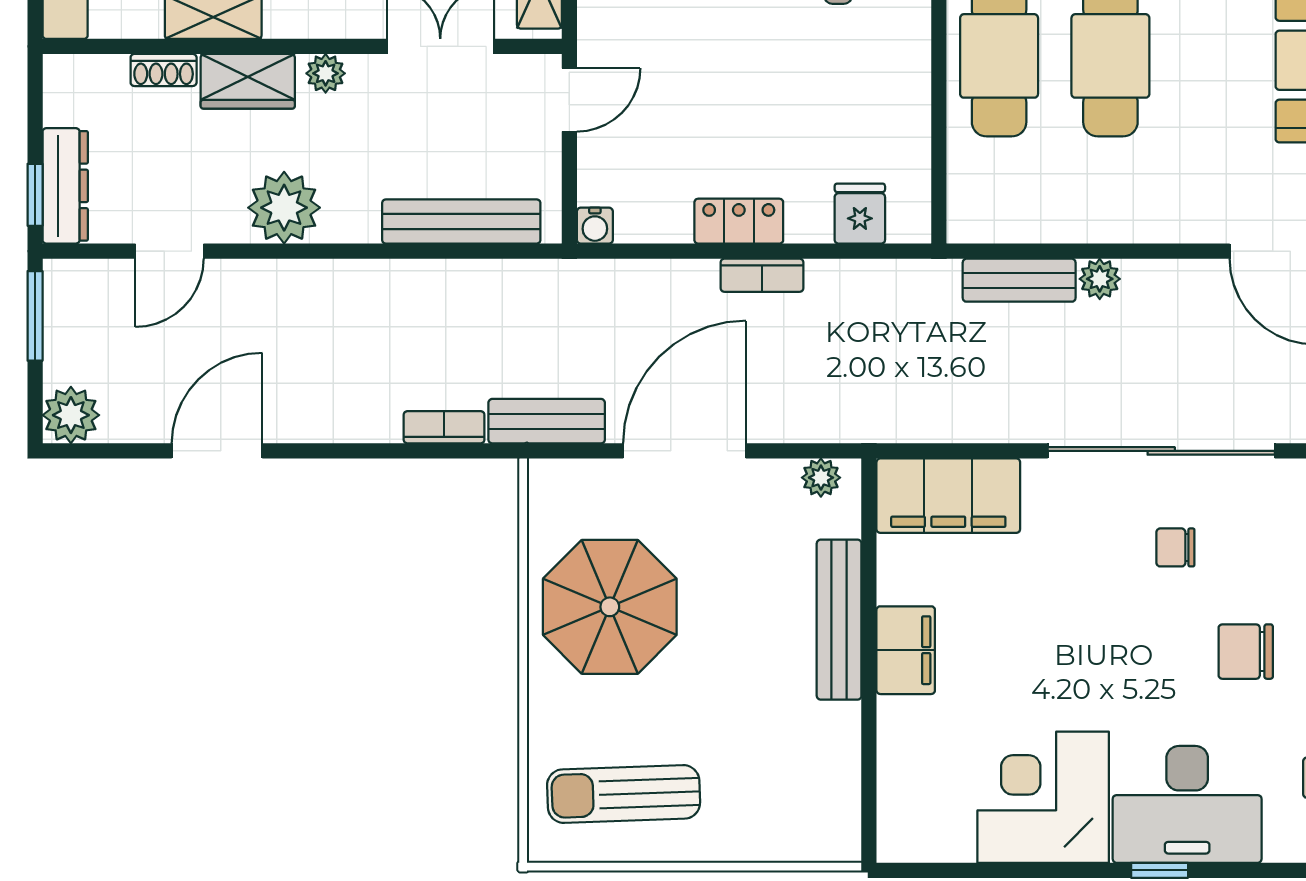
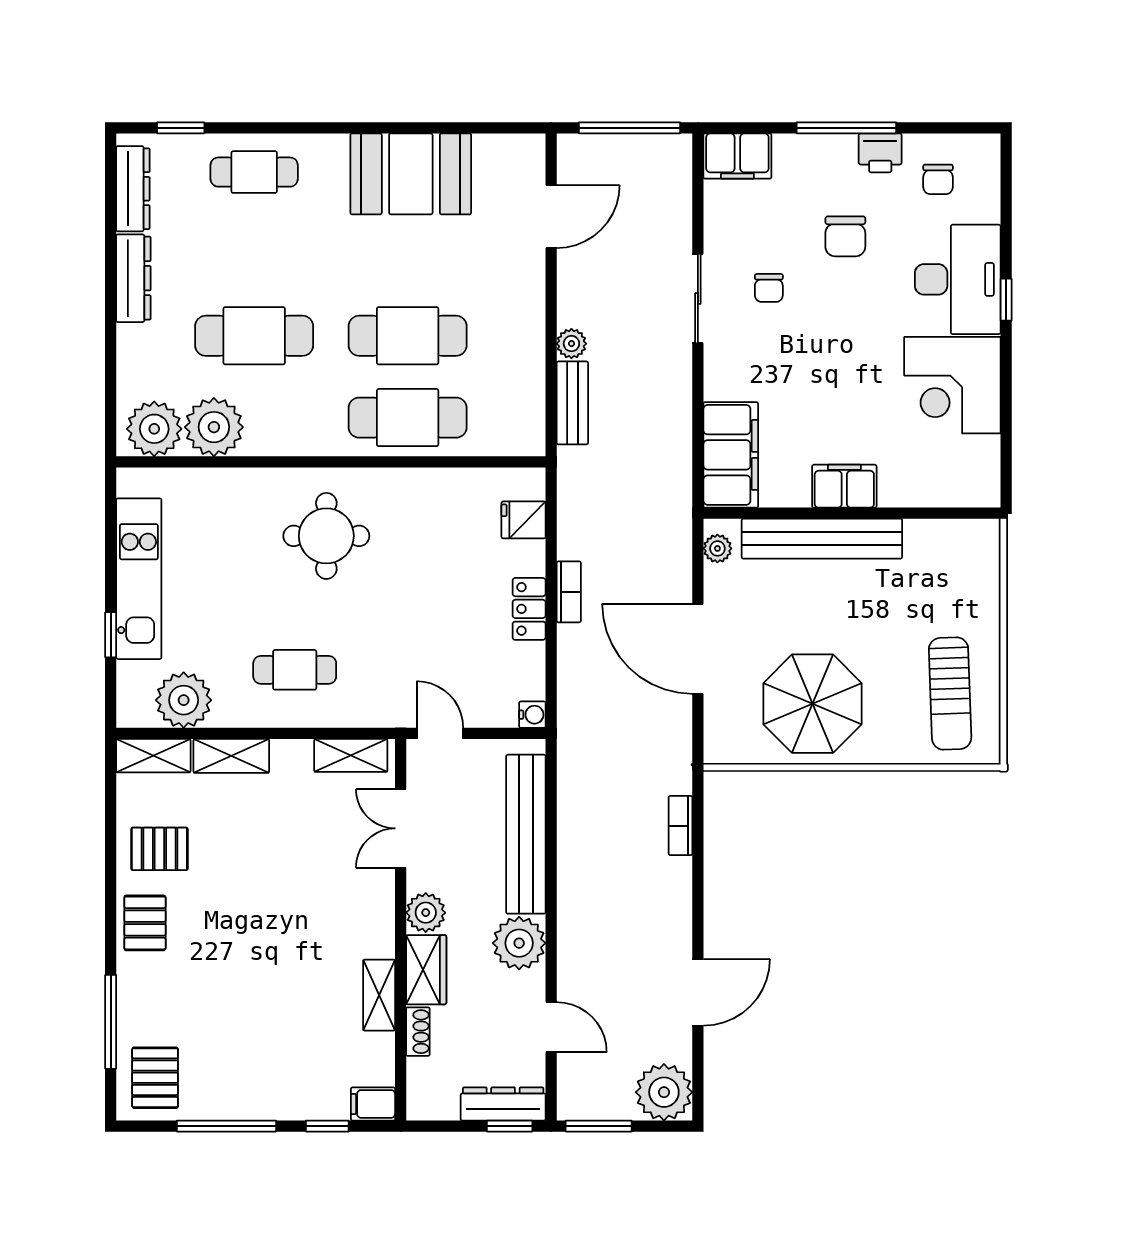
plant: (326, 73) -> (426, 913), width x1.38, depth x1.38
bench: (461, 221) -> (526, 834), width x1.37, depth x1.21
plant: (71, 415) -> (664, 1092), width x1.36, depth x1.36
bench: (547, 421) -> (676, 750), removed
door: (217, 451) -> (698, 992), swing flipped
sliding door: (1161, 451) -> (698, 298), width x0.54
bench: (839, 620) -> (822, 539), width x1.37, depth x1.21

